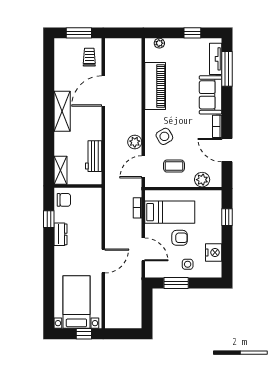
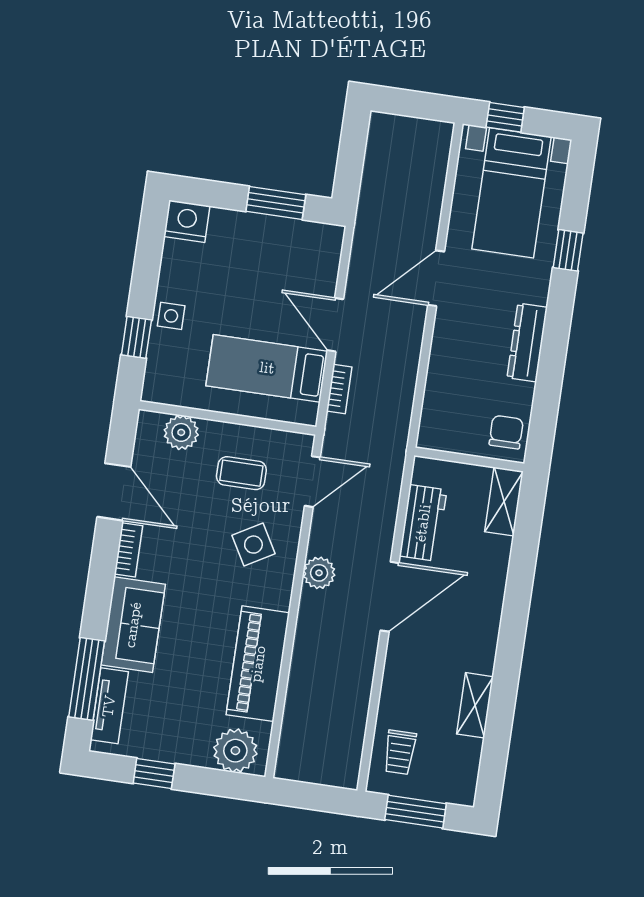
plant: (159, 43) -> (235, 751), width x1.88, depth x1.88
door: (103, 91) -> (390, 597), moved
shelving: (62, 111) -> (475, 705), moved, width x0.67, depth x0.75
plant: (135, 142) -> (319, 573), moved
chair: (64, 200) -> (506, 432), turned 90
window: (49, 219) -> (568, 250), moved
dresser: (61, 234) -> (527, 343), width x1.44
armchair: (180, 238) -> (253, 306), removed
door: (143, 249) -> (335, 325), moved
nightstand: (214, 252) -> (187, 221), moved, turned 90
side table: (188, 264) -> (171, 316), moved

